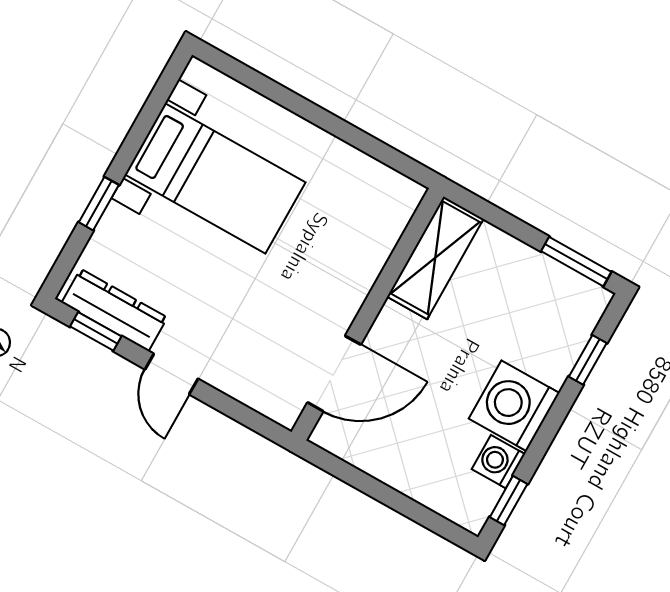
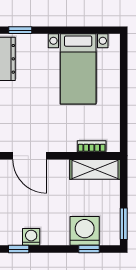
window: (99, 204) -> (20, 30), moved
bookcase: (386, 239) -> (92, 146), added
washing machine: (514, 406) -> (85, 231), moved

